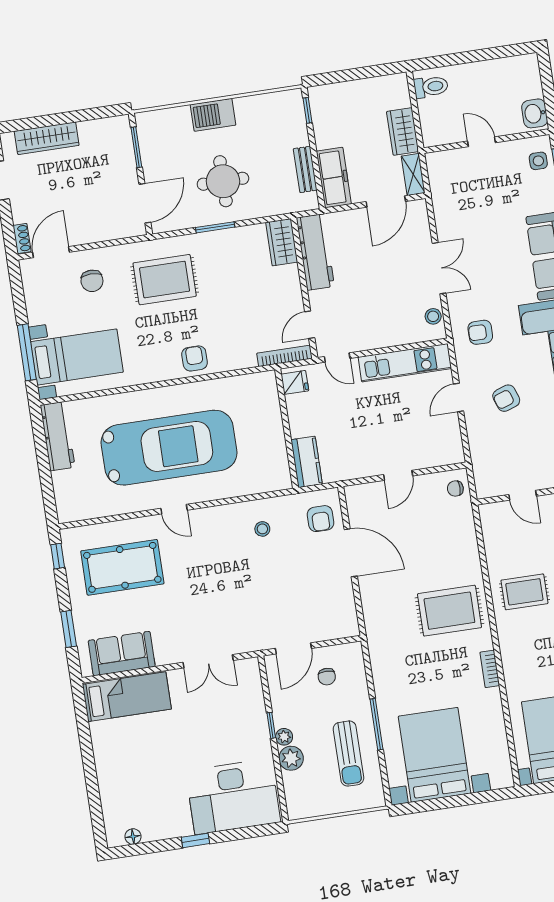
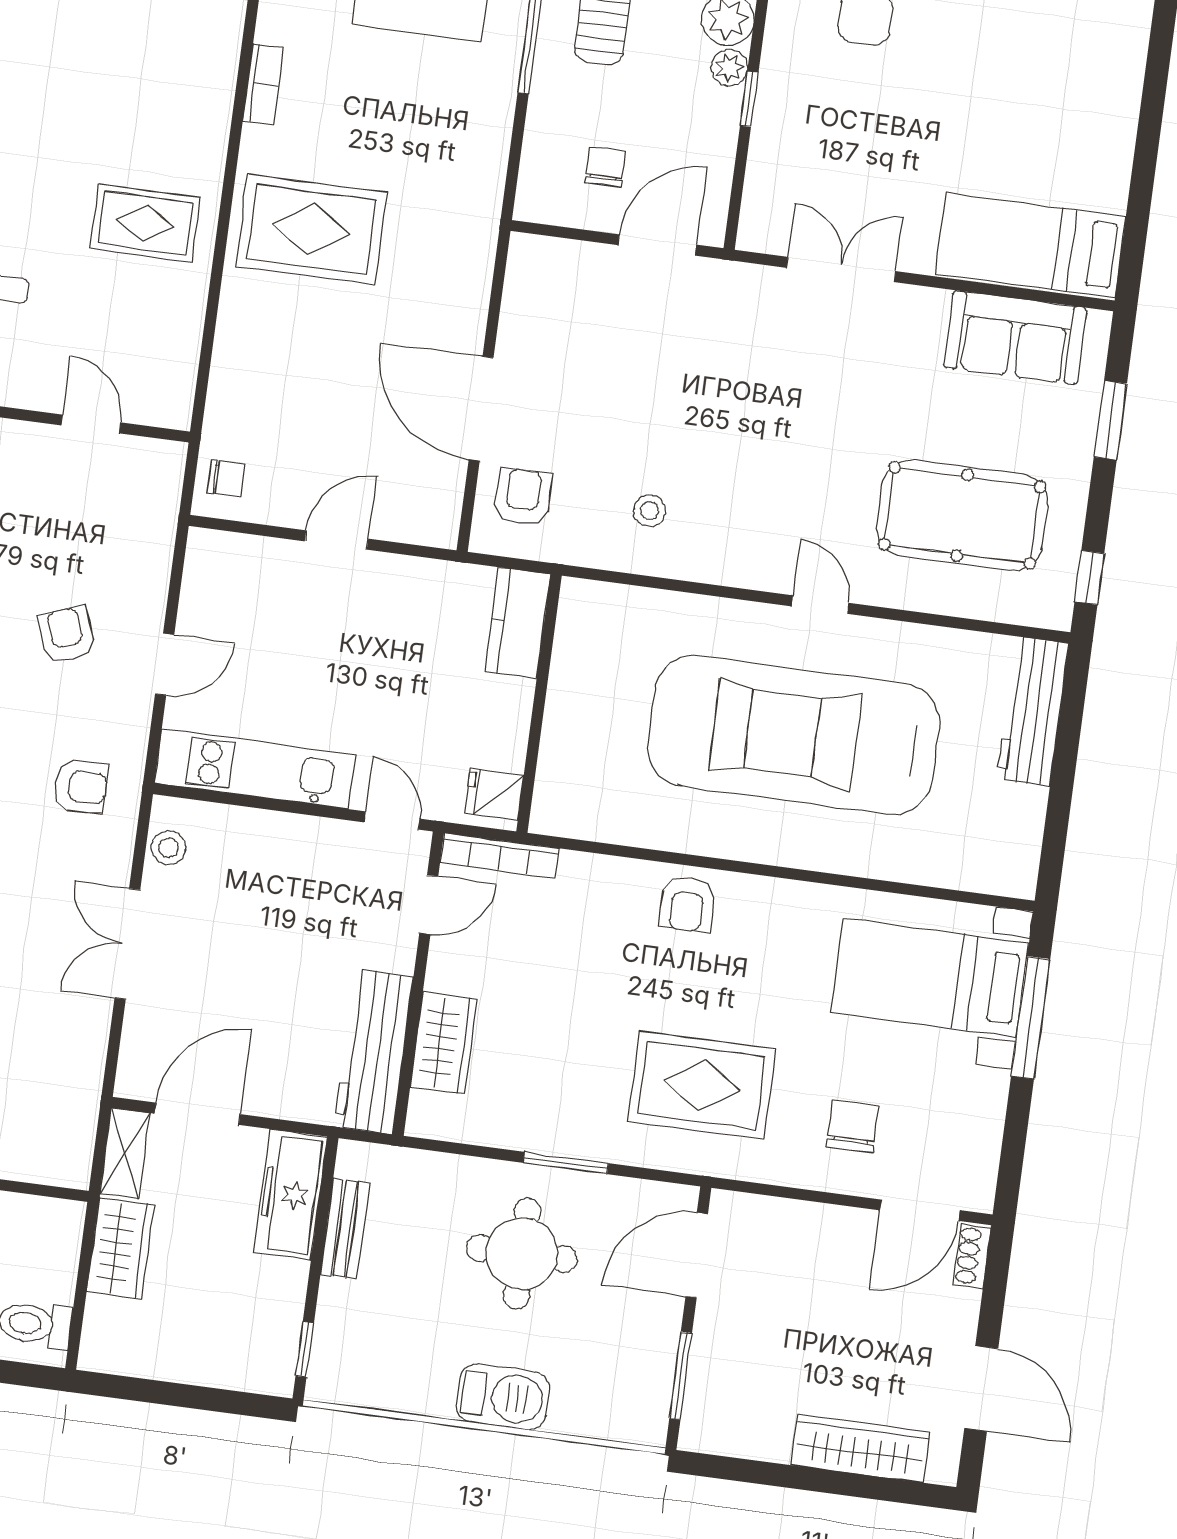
wardrobe: (282, 242) -> (444, 1043), moved
armchair: (506, 398) -> (66, 635), turned -91
workbench: (58, 436) -> (1033, 711), moved

